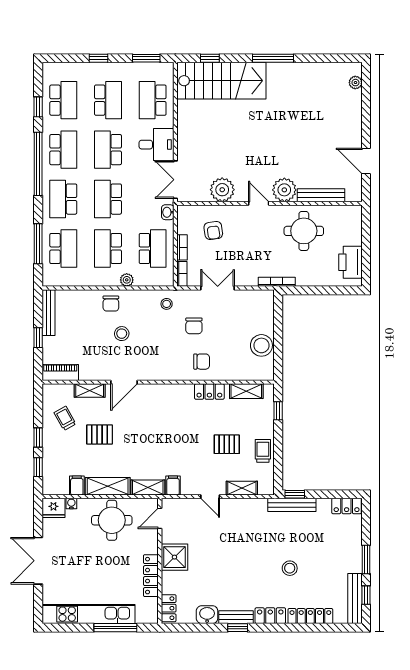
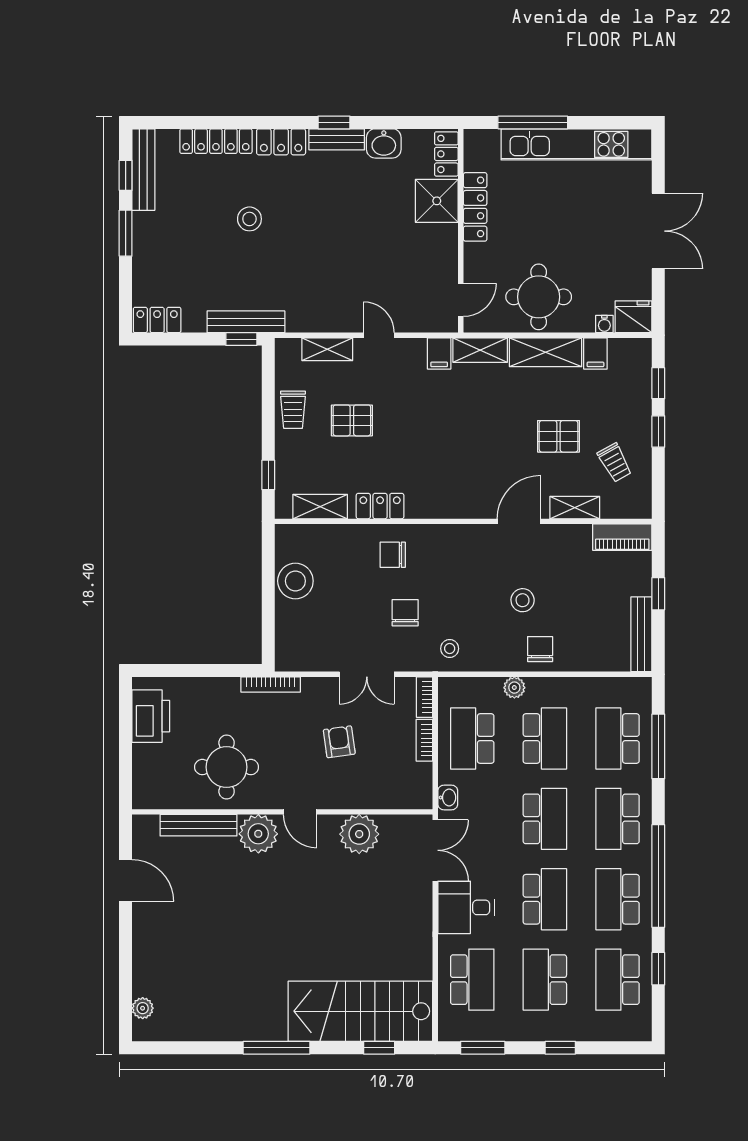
school desk: (63, 199) -> (617, 819), turned 180
armchair: (213, 231) -> (339, 742), moved
shower: (174, 557) -> (437, 201), moved

